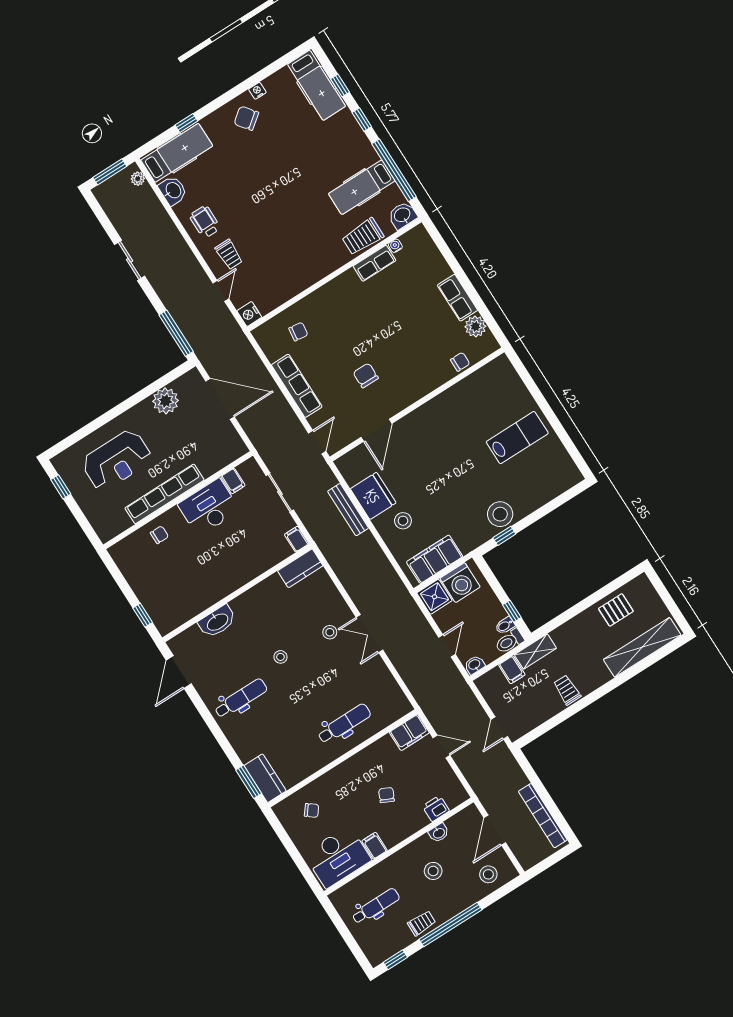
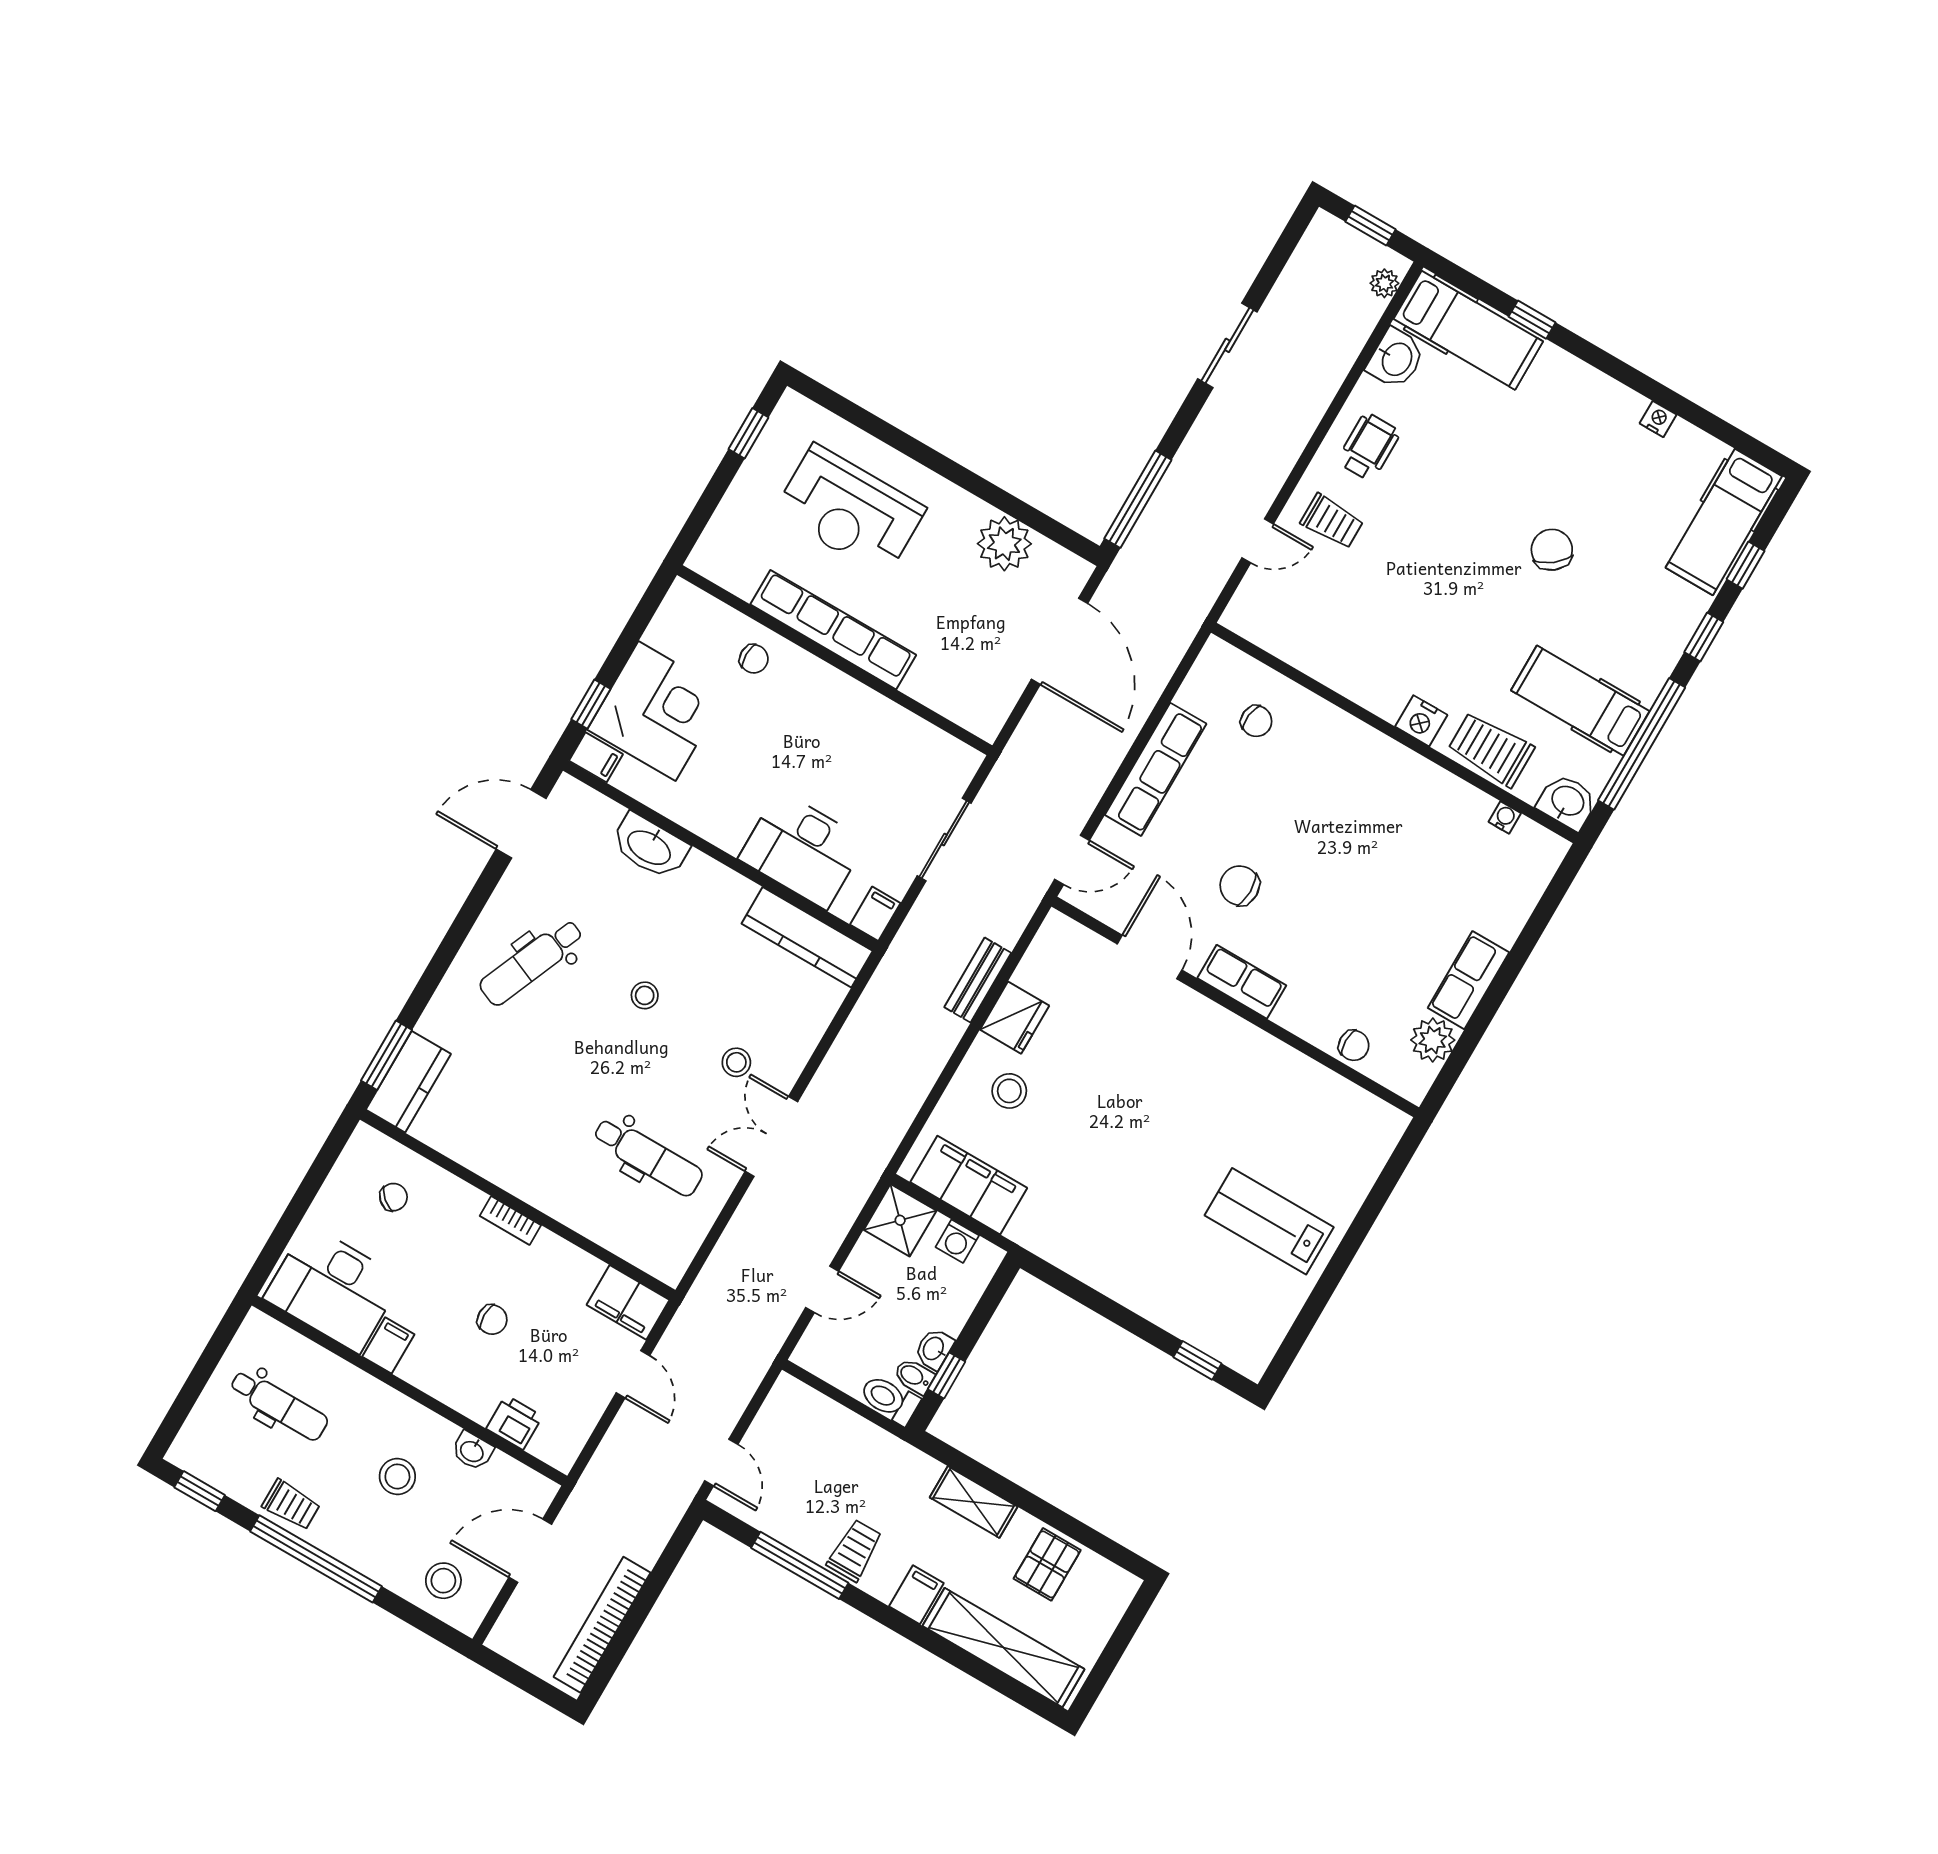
chair: (246, 118) -> (1552, 550), moved
window: (110, 172) -> (1370, 226), width x0.67
trolley: (229, 254) -> (1332, 521), turned -90
row of seats: (374, 263) -> (1242, 982), moved, turned 180
nightstand: (249, 314) -> (1421, 721), moved, turned -90
chair: (366, 375) -> (1240, 886), turned -90
door: (376, 430) -> (1150, 957), swing flipped
lab bench: (517, 438) -> (1269, 1221), turned 180
filing cabinet: (233, 481) -> (596, 757), moved, turned -90
fridge: (373, 496) -> (1015, 1018), width x0.73, depth x0.75
desk: (209, 507) -> (802, 850), moved, turned 180
bench: (348, 510) -> (978, 980), width x0.73
stool: (500, 514) -> (1113, 1262), removed
window: (504, 536) -> (1197, 1360), moved
kitchen counter: (300, 568) -> (807, 937), width x1.50
washing machine: (460, 583) -> (957, 1241), width x0.53, depth x0.53
corner desk: (160, 588) -> (657, 711), added
pallet: (616, 610) -> (1047, 1564), turned 90
shelving: (535, 651) -> (974, 1502), moved
washbasin: (474, 665) -> (934, 1349), moved, turned -90
filing cabinet: (512, 670) -> (916, 1595), moved, turned 180
dental chair: (241, 698) -> (531, 962), turned 113
window: (561, 717) -> (800, 1565), added
dental chair: (344, 724) -> (648, 1157), moved
door: (499, 728) -> (721, 1463), swing flipped
bookcase: (348, 765) -> (510, 1220), added
chair: (386, 795) -> (492, 1320), turned 65
chair: (312, 810) -> (393, 1197), turned -87

